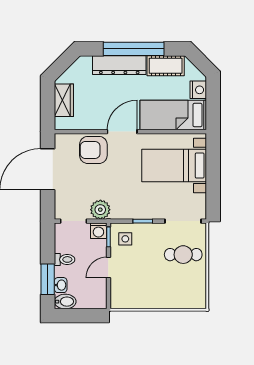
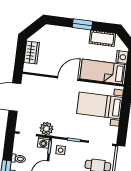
window: (134, 49) -> (82, 24), width x0.47
dresser: (119, 65) -> (71, 34), removed
armchair: (93, 150) -> (47, 88), removed

